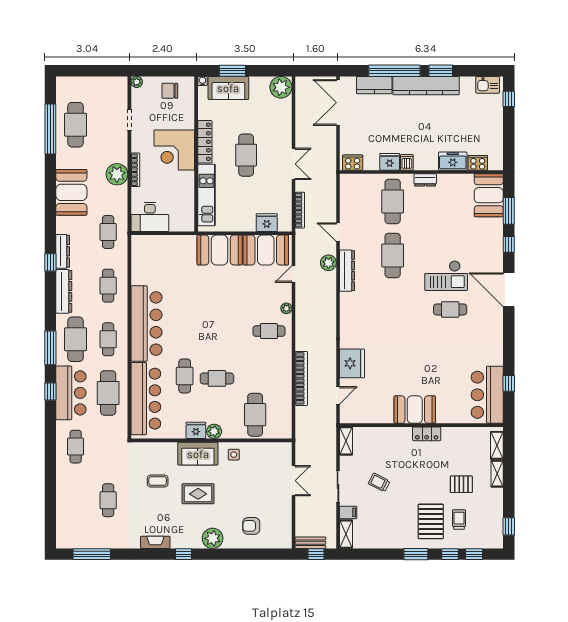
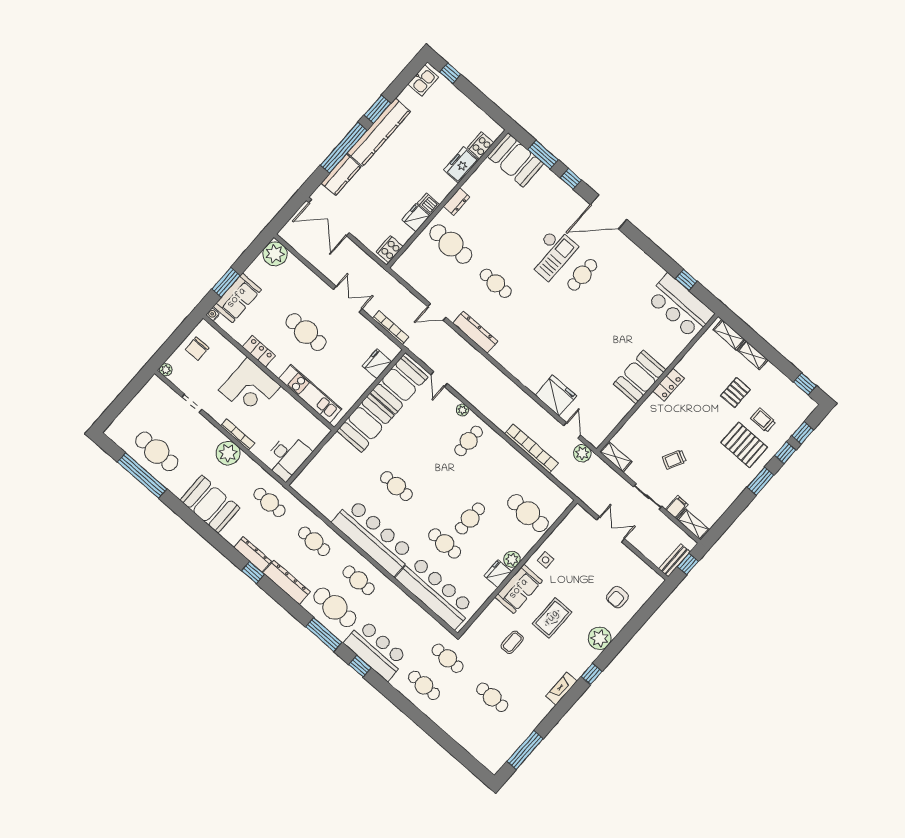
locker: (205, 142) -> (259, 351), width x0.66
cafe table: (393, 255) -> (496, 283), width x0.73, depth x0.74
plant: (328, 263) -> (582, 453), moved
cafe table: (195, 309) -> (396, 486), added
cafe table: (108, 393) -> (448, 658), moved, width x0.73, depth x0.74

